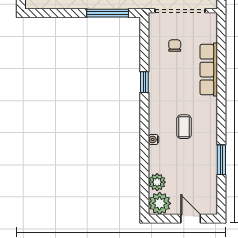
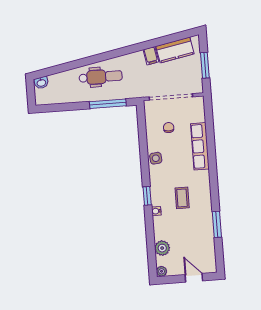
side table: (157, 79) -> (156, 158), added
window: (144, 82) -> (147, 196), moved
plant: (160, 203) -> (162, 271), width x0.53, depth x0.53

